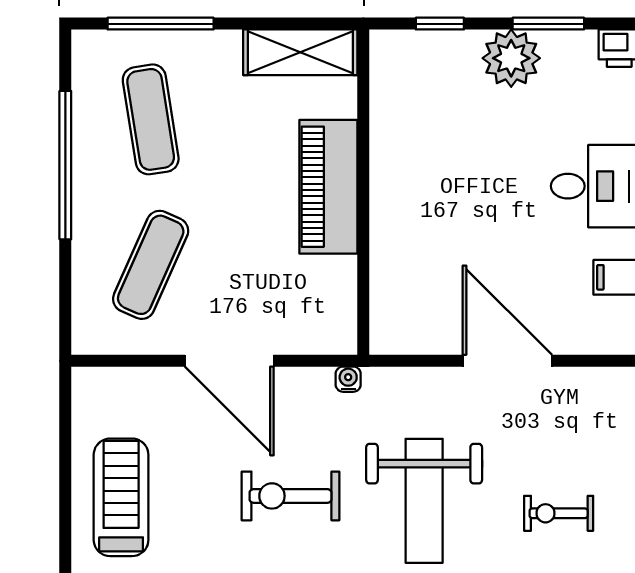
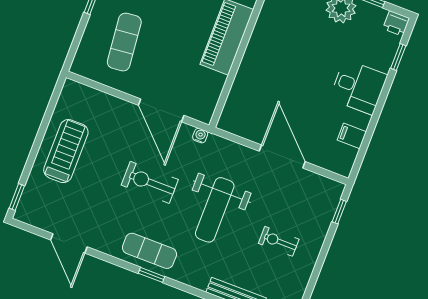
exercise mat: (151, 265) -> (124, 42), turned -30
door: (229, 361) -> (161, 110), moved

